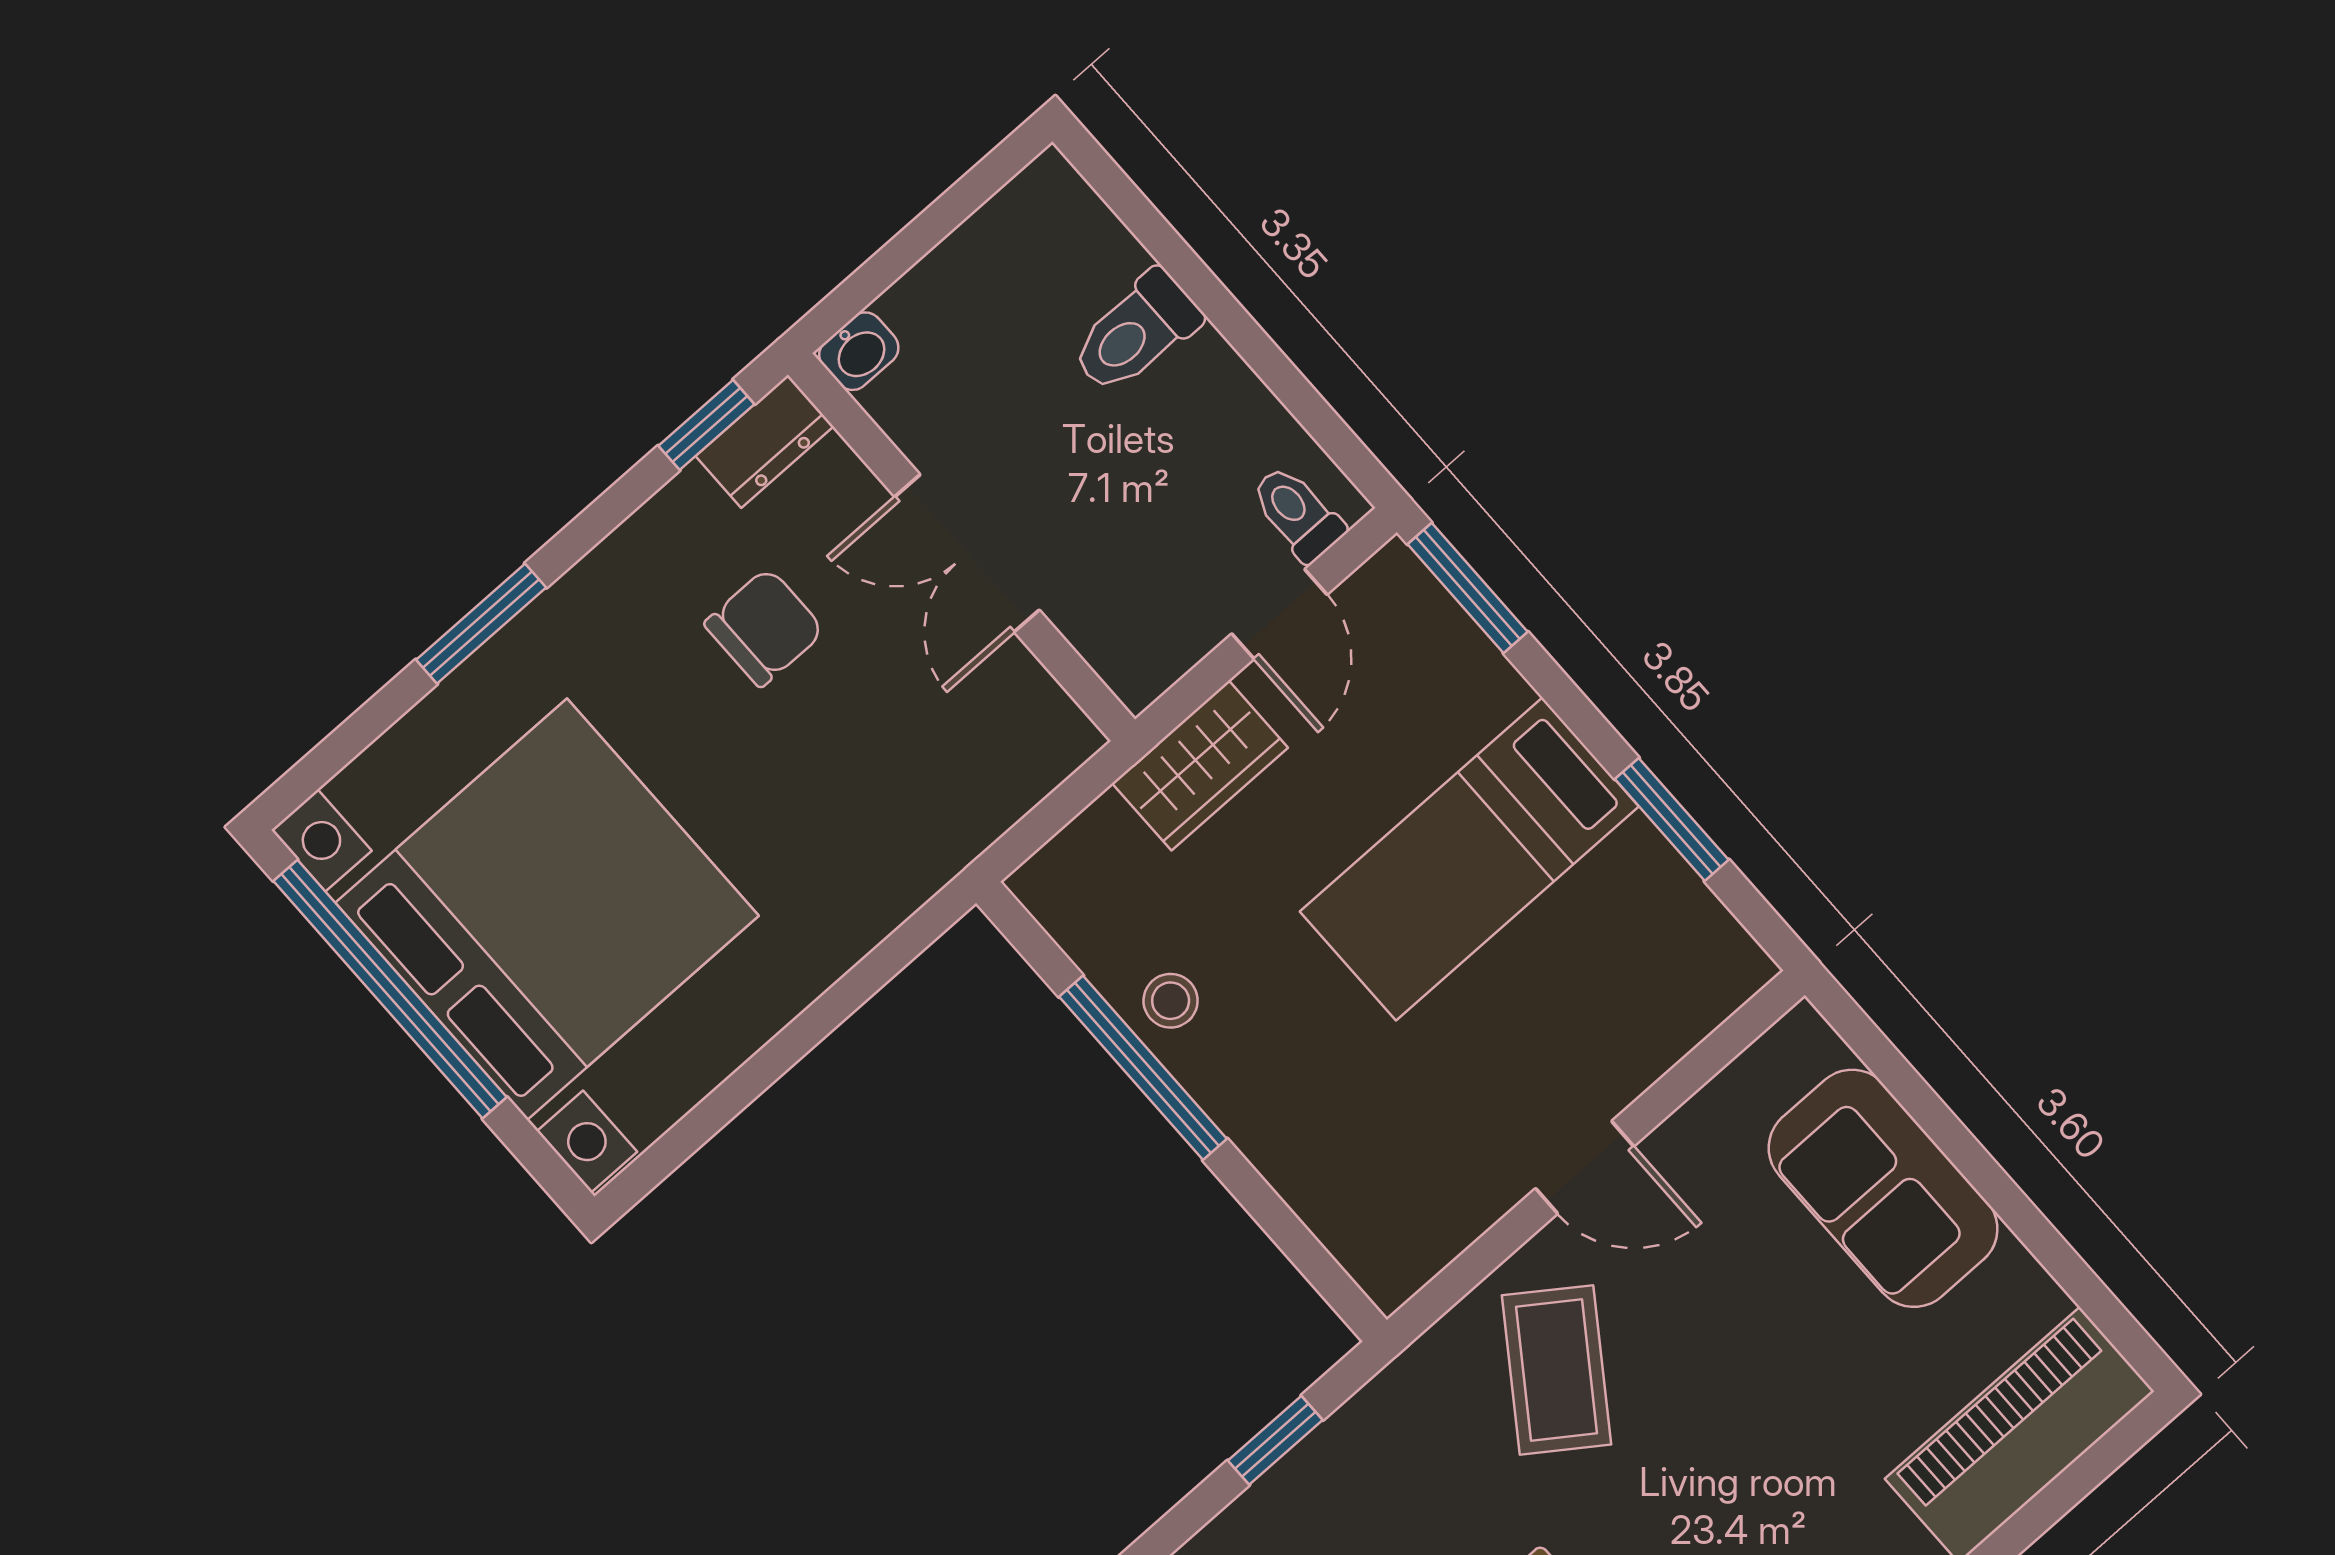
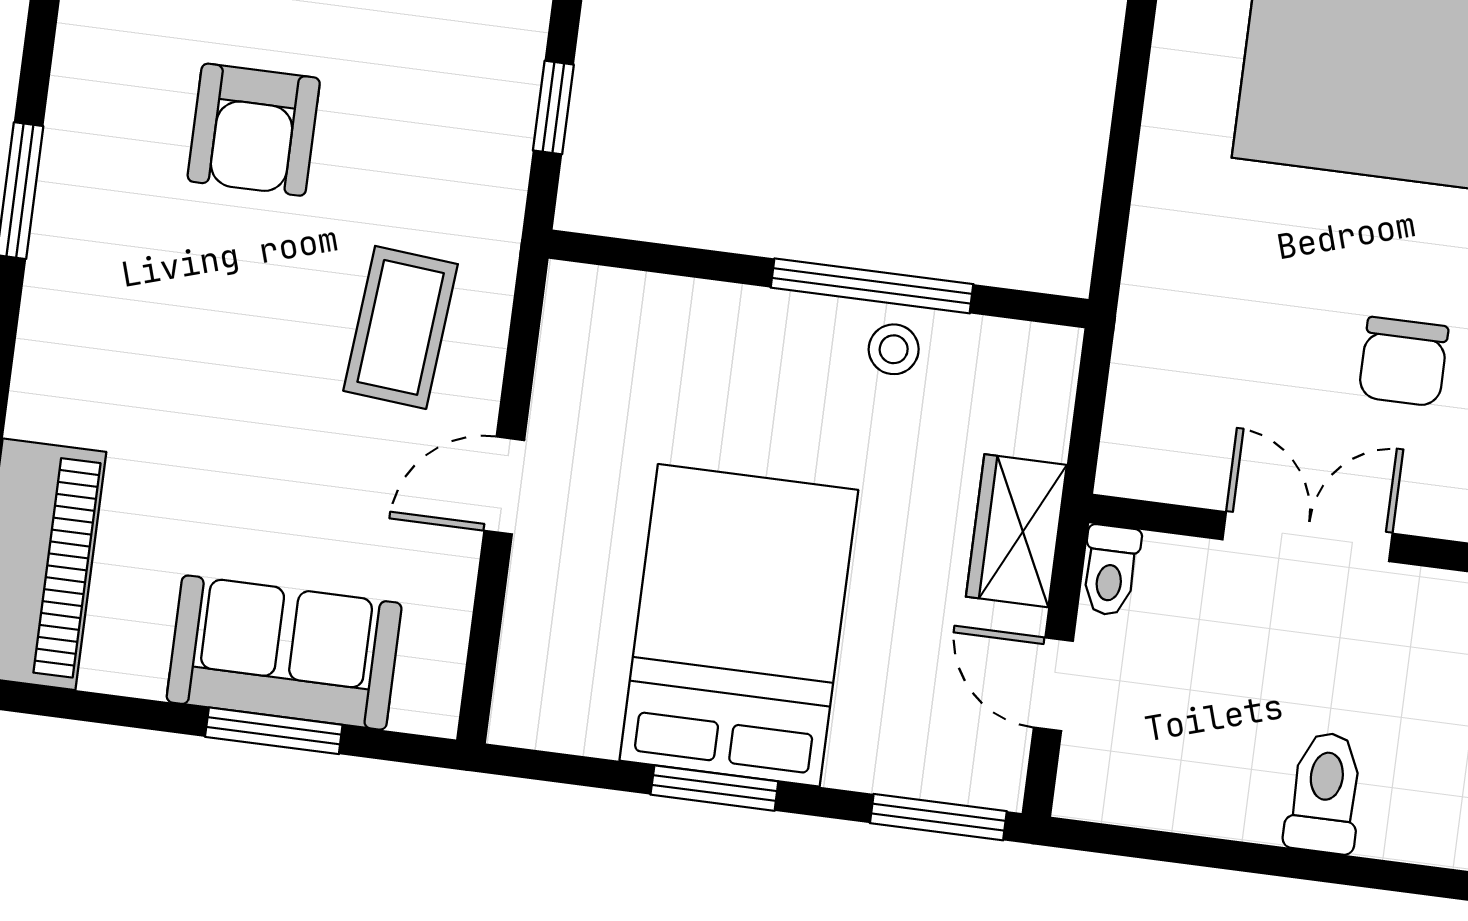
toilet: (1297, 513) -> (1110, 570), moved, turned 90
window: (1672, 819) -> (714, 788), moved
bed: (1469, 859) -> (739, 625), width x1.50
window: (1947, 1132) -> (274, 731), added
coffee table: (1556, 1370) -> (401, 327), turned 60

